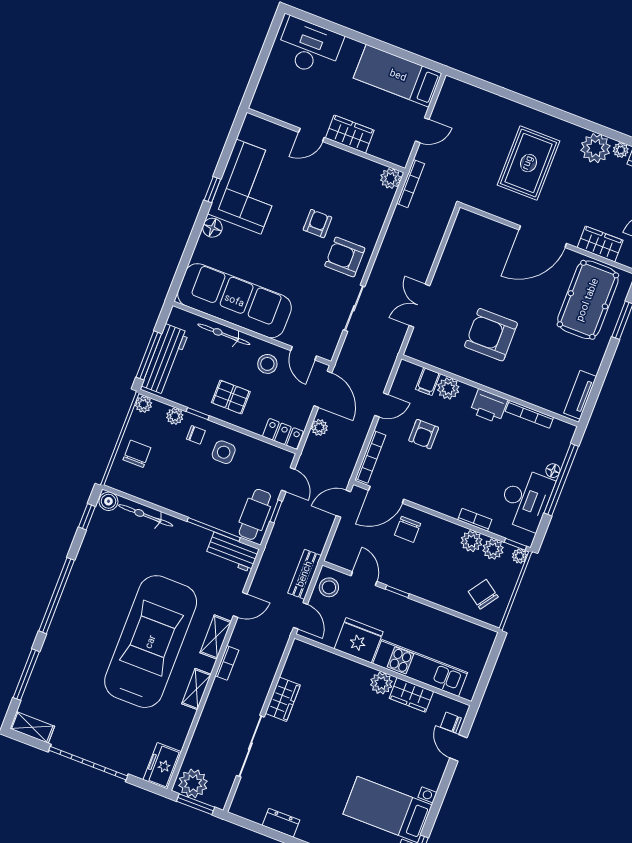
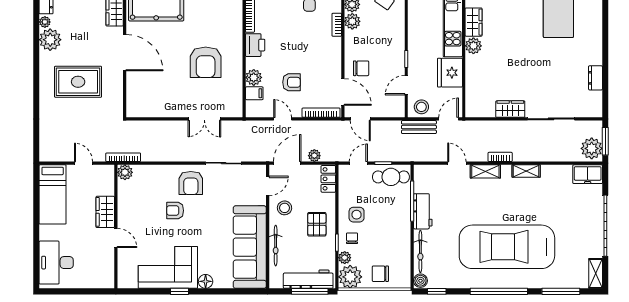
plant: (143, 404) -> (350, 277), width x1.87, depth x1.87
workbench: (232, 552) -> (423, 211), moved
car: (151, 642) -> (507, 247), moved

